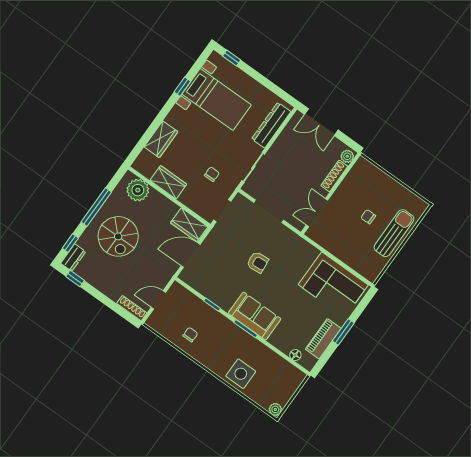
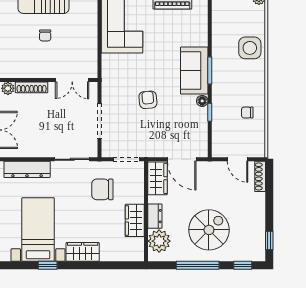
wardrobe: (161, 139) -> (83, 252), moved
chair: (212, 174) -> (102, 189), width x1.87, depth x1.87
dresser: (73, 258) -> (155, 216), moved, turned 90
floor lamp: (295, 355) -> (202, 101), moved

